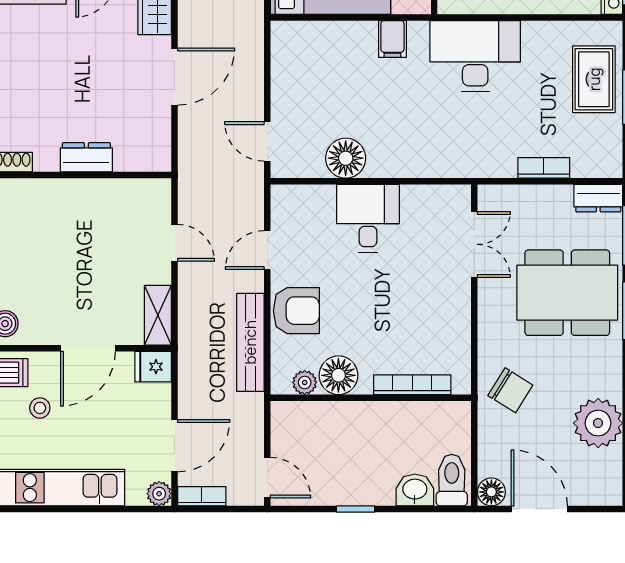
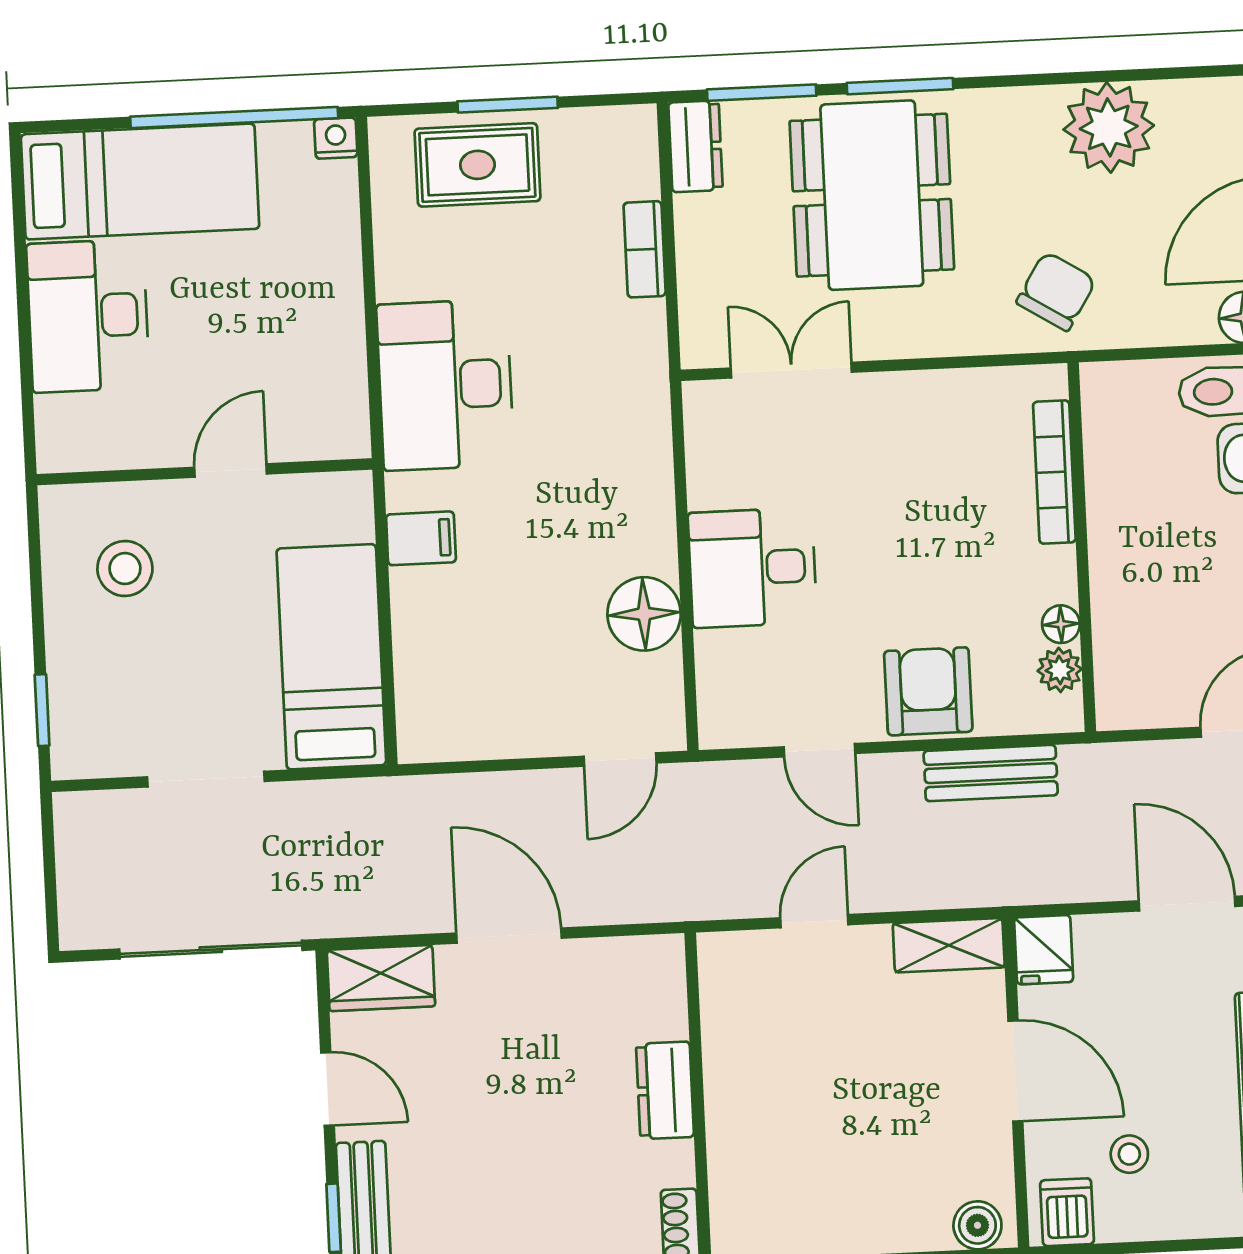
bench: (250, 342) -> (991, 773), width x0.73
floor lamp: (338, 375) -> (1061, 624), width x0.53, depth x0.53

